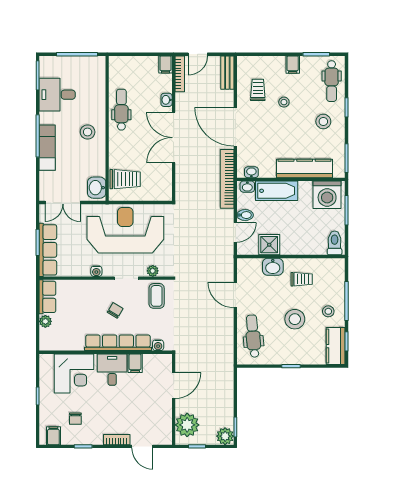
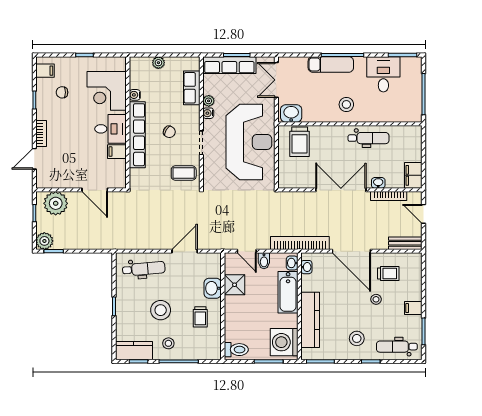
filing cabinet: (165, 64) -> (413, 175), width x2.00
bookcase: (180, 74) -> (389, 196), moved
door: (235, 127) -> (351, 251), swing flipped
plant: (153, 271) -> (209, 101), moved
row of seats: (47, 297) -> (192, 88), moved, turned 90
water cooler: (158, 345) -> (135, 95), moved

